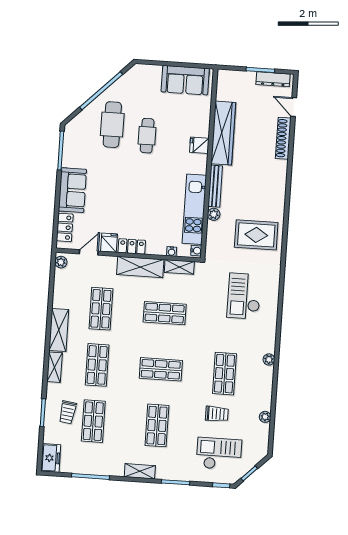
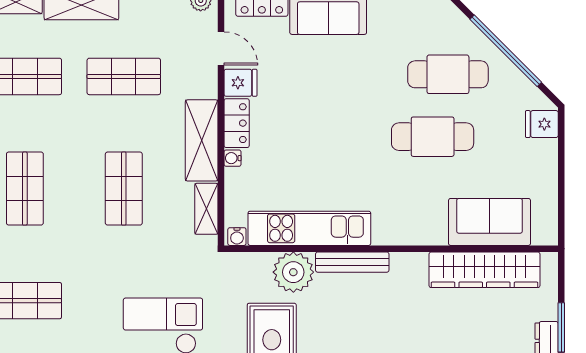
sofa: (185, 80) -> (489, 222), moved, turned 90
wardrobe: (223, 133) -> (484, 270), moved
cafe table: (147, 136) -> (433, 137), width x1.37, depth x1.35
fridge: (199, 145) -> (542, 124), moved, turned -90
plant: (214, 214) -> (293, 272), width x1.88, depth x1.88
water cooler: (172, 251) -> (233, 158), moved

